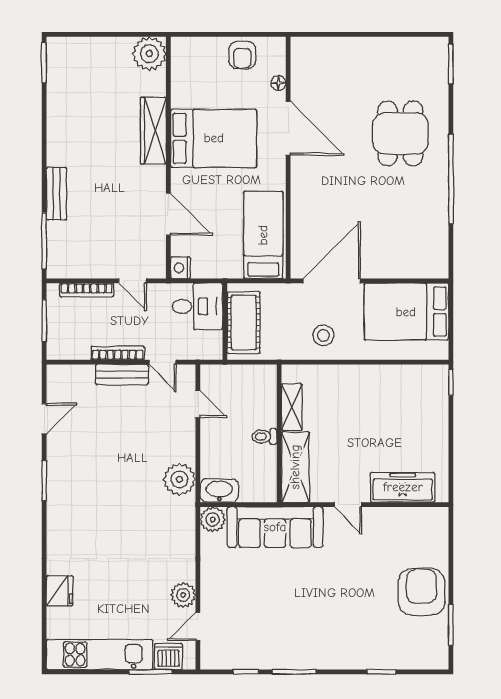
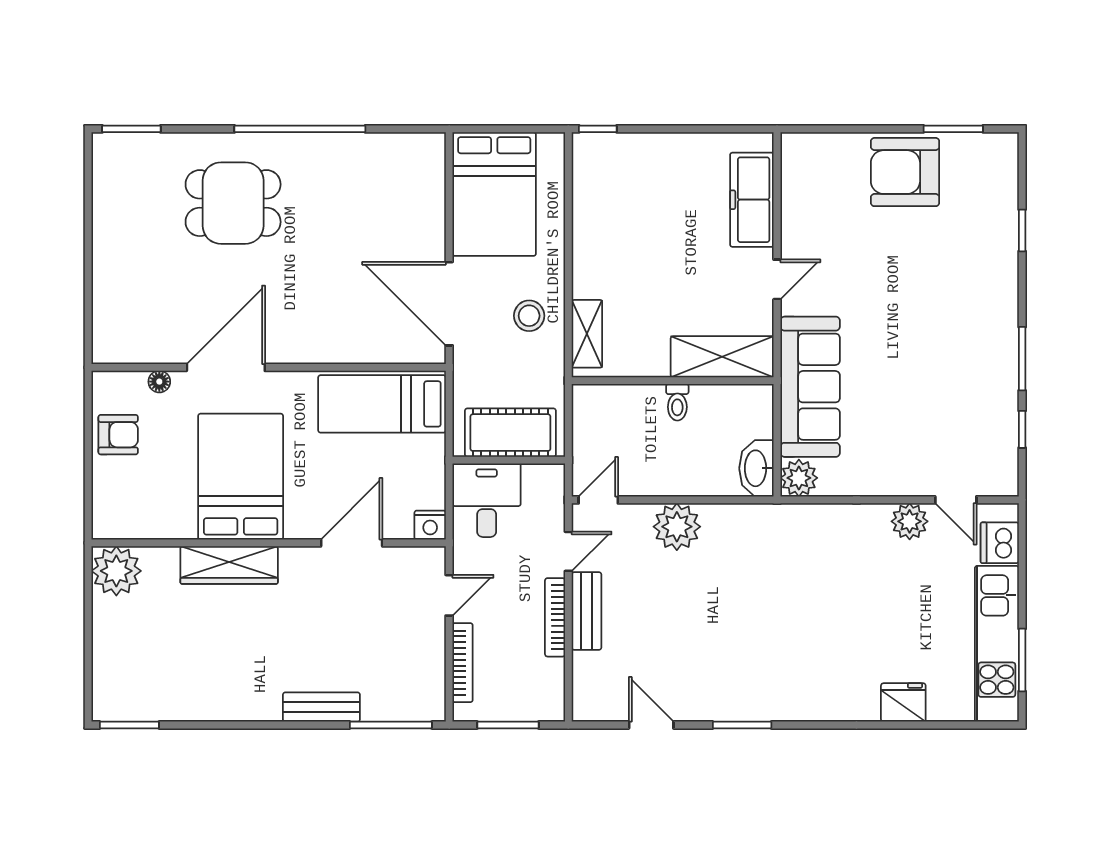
door: (198, 404) -> (598, 500), moved
shelving: (292, 407) -> (587, 334), moved, turned 90
plant: (179, 479) -> (677, 527), moved
window: (150, 672) -> (1022, 660), moved

